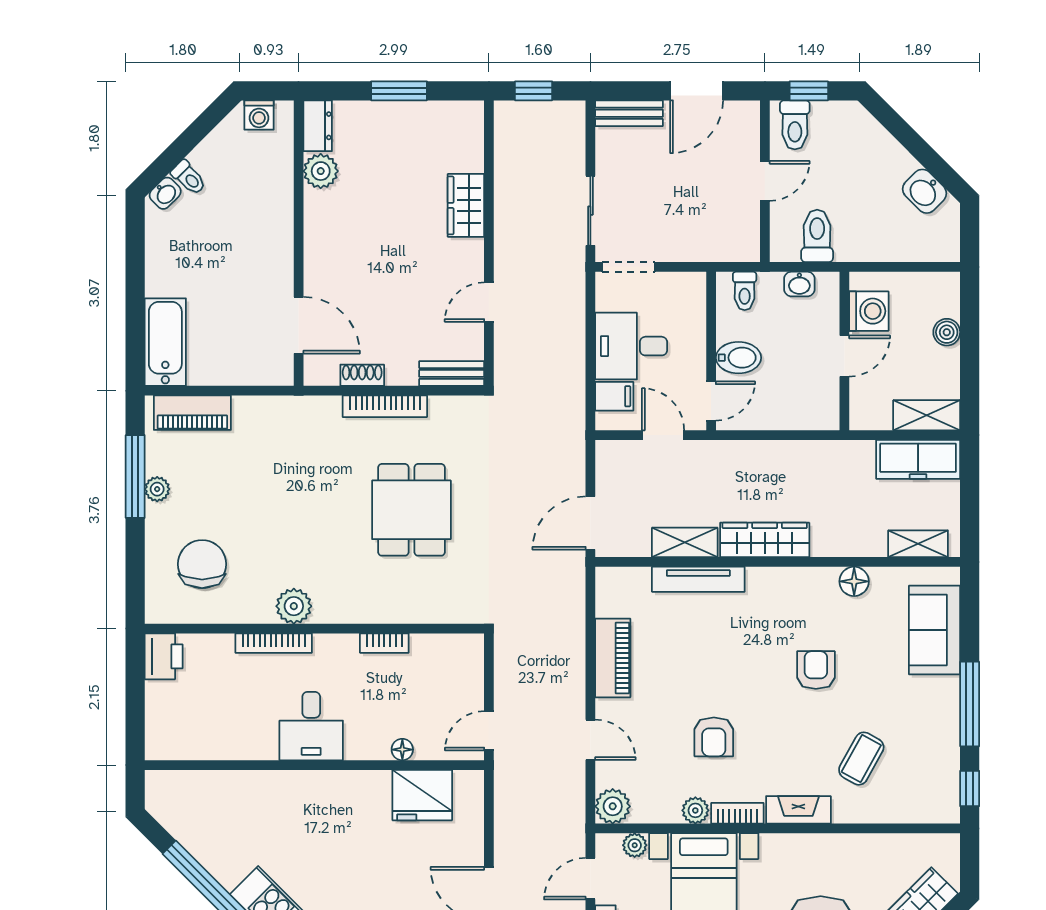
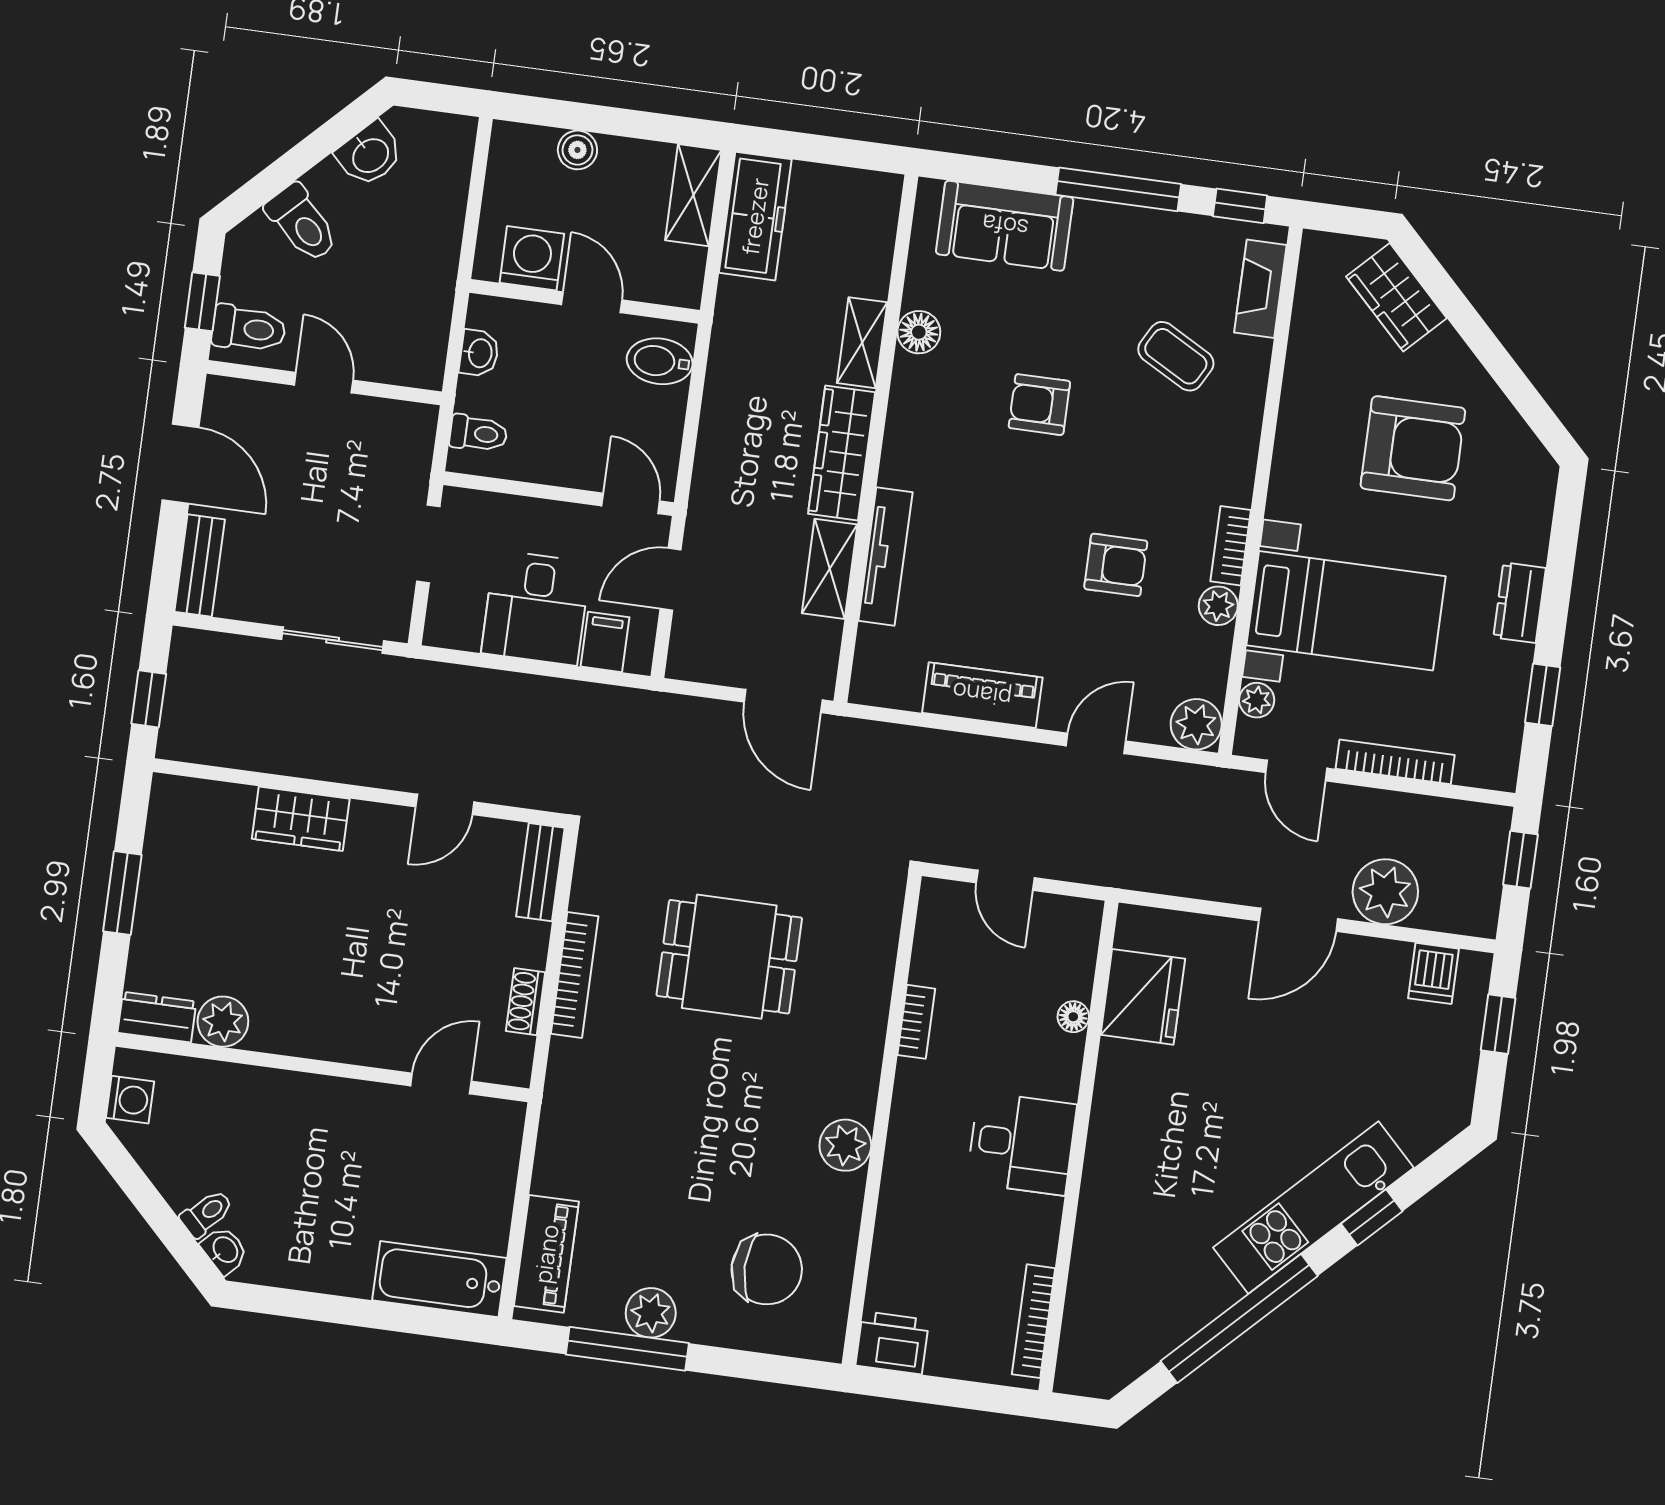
toilet: (817, 236) -> (302, 223), moved, turned -135
doorway: (628, 267) -> (428, 544), moved
door: (489, 302) -> (445, 804), hinge flipped
door: (299, 325) -> (441, 1084), width x0.73
bidet: (738, 358) -> (660, 361), moved, turned -90
plant: (157, 489) -> (651, 1313), width x1.38, depth x1.38
shelving: (918, 544) -> (862, 343), moved
chair: (202, 564) -> (767, 1269), turned 180
bookcase: (274, 643) -> (1034, 1321), moved, turned 180
door: (489, 731) -> (1005, 880), moved
fireplace: (798, 810) -> (1260, 289), moved

